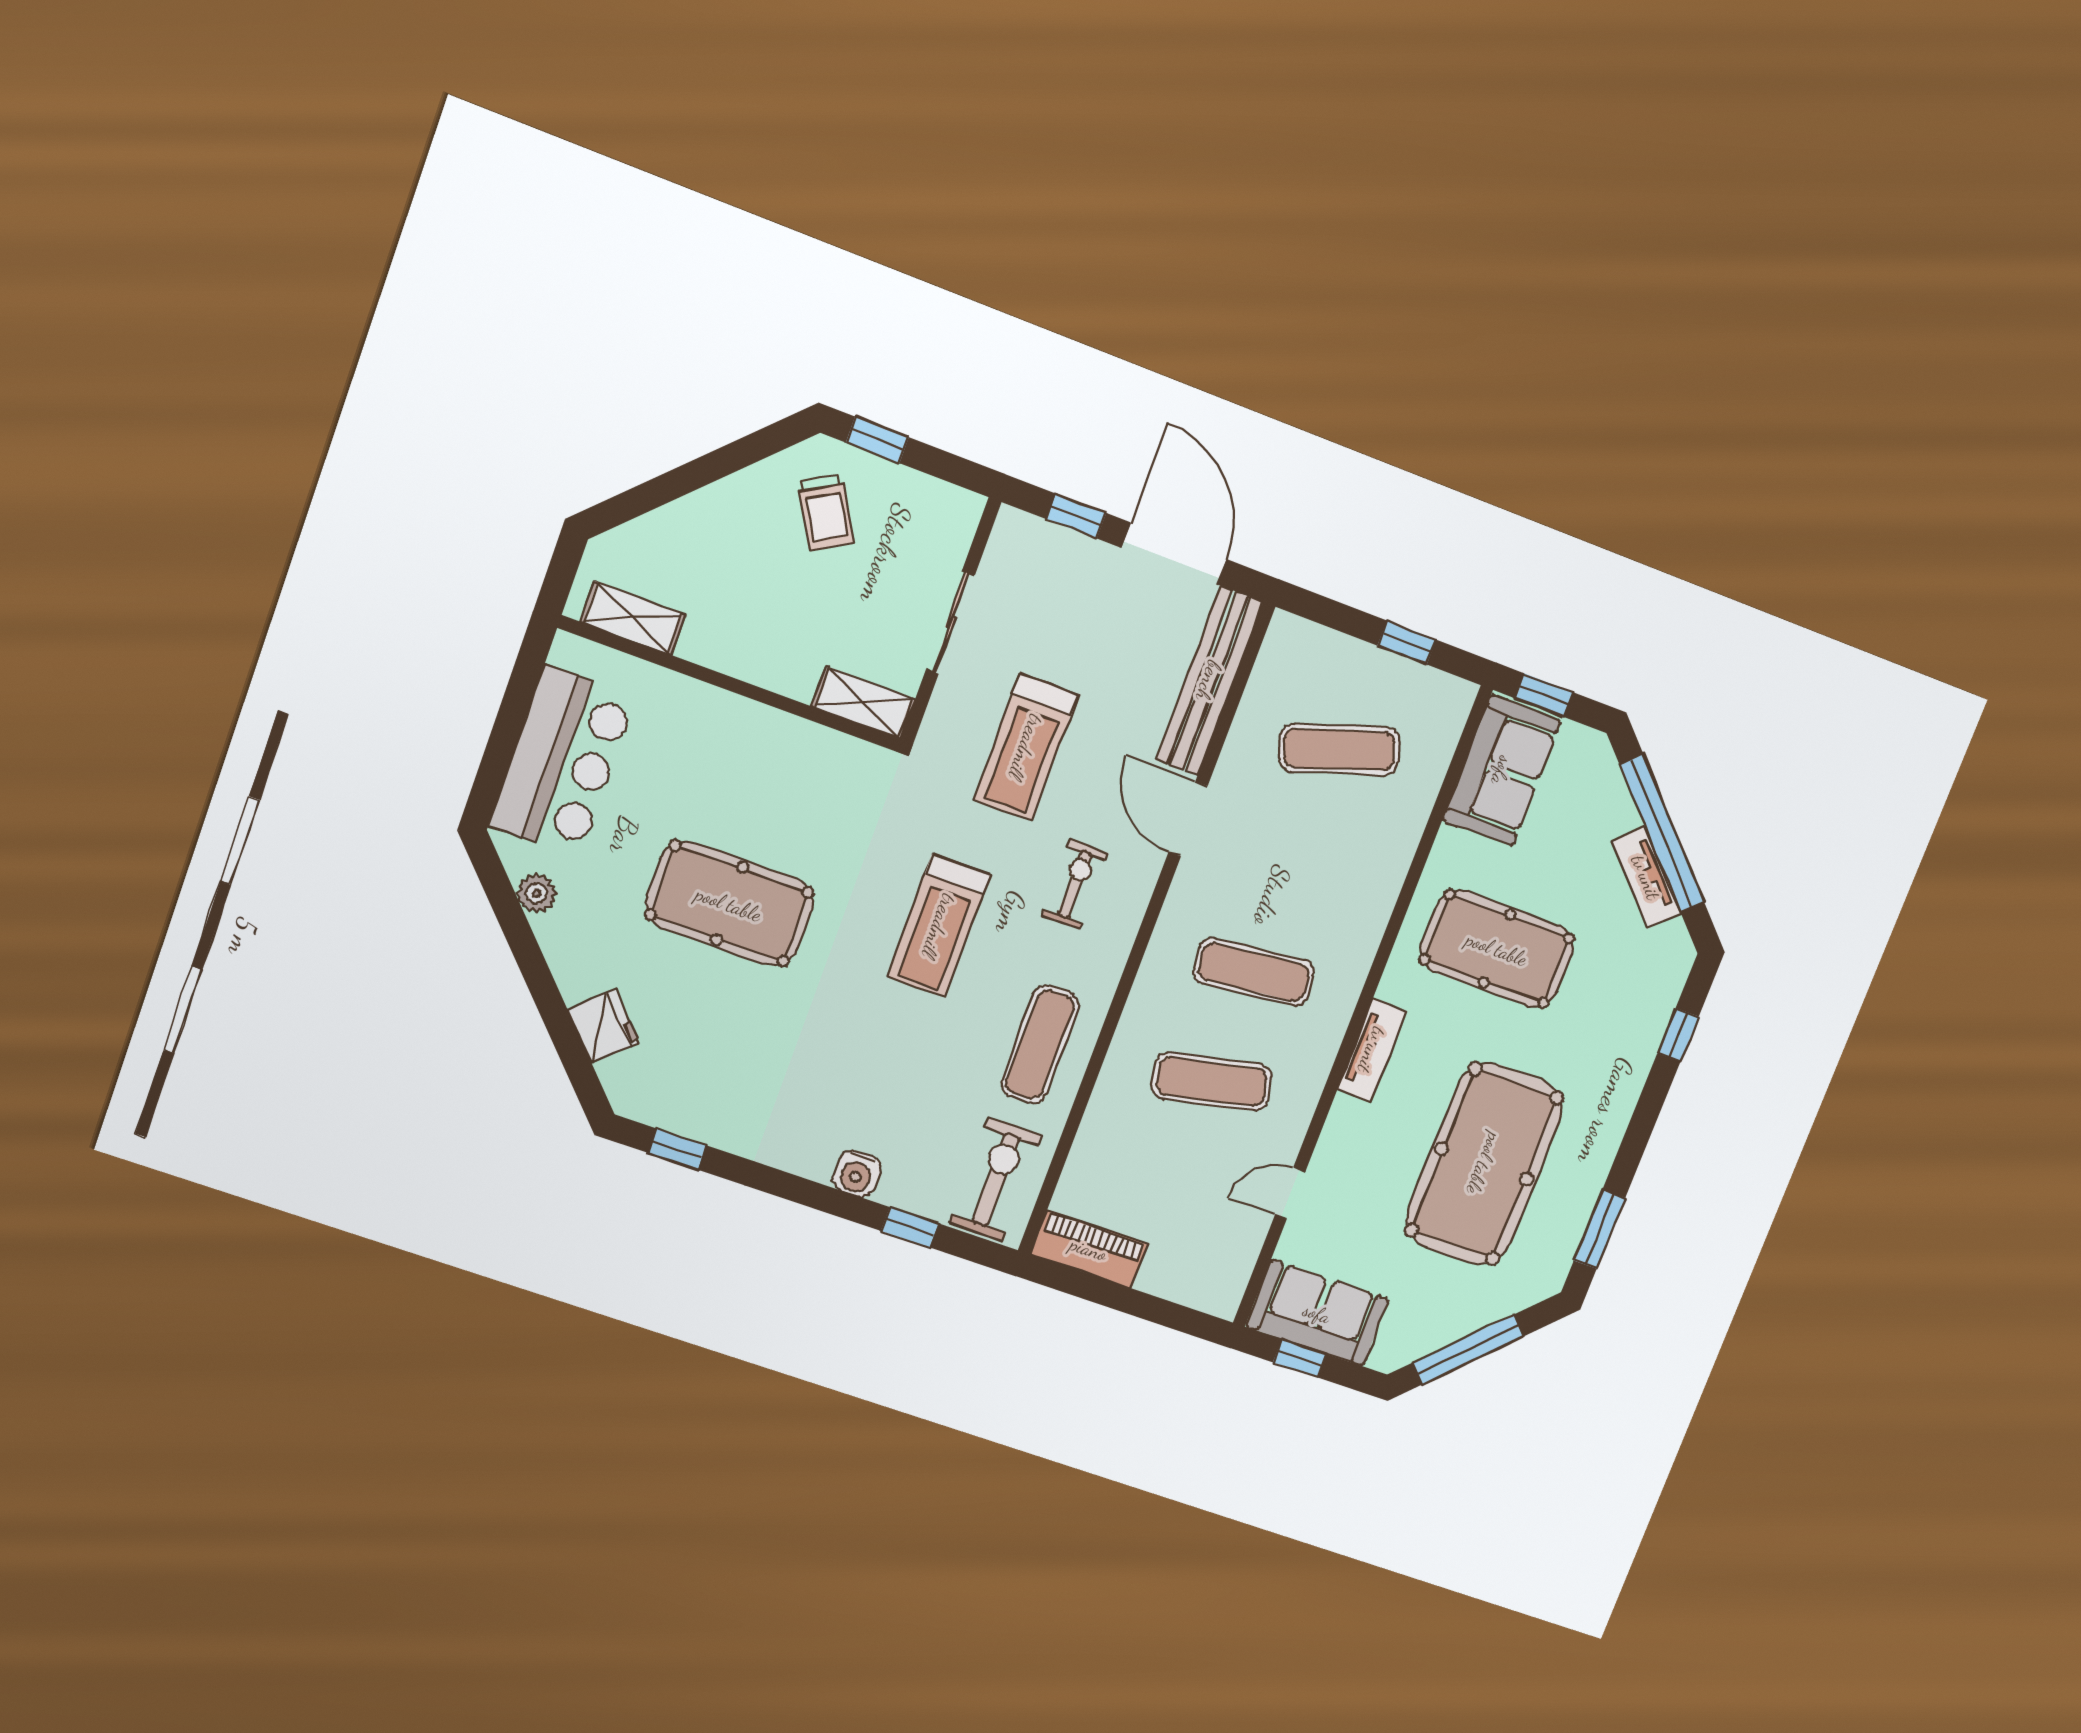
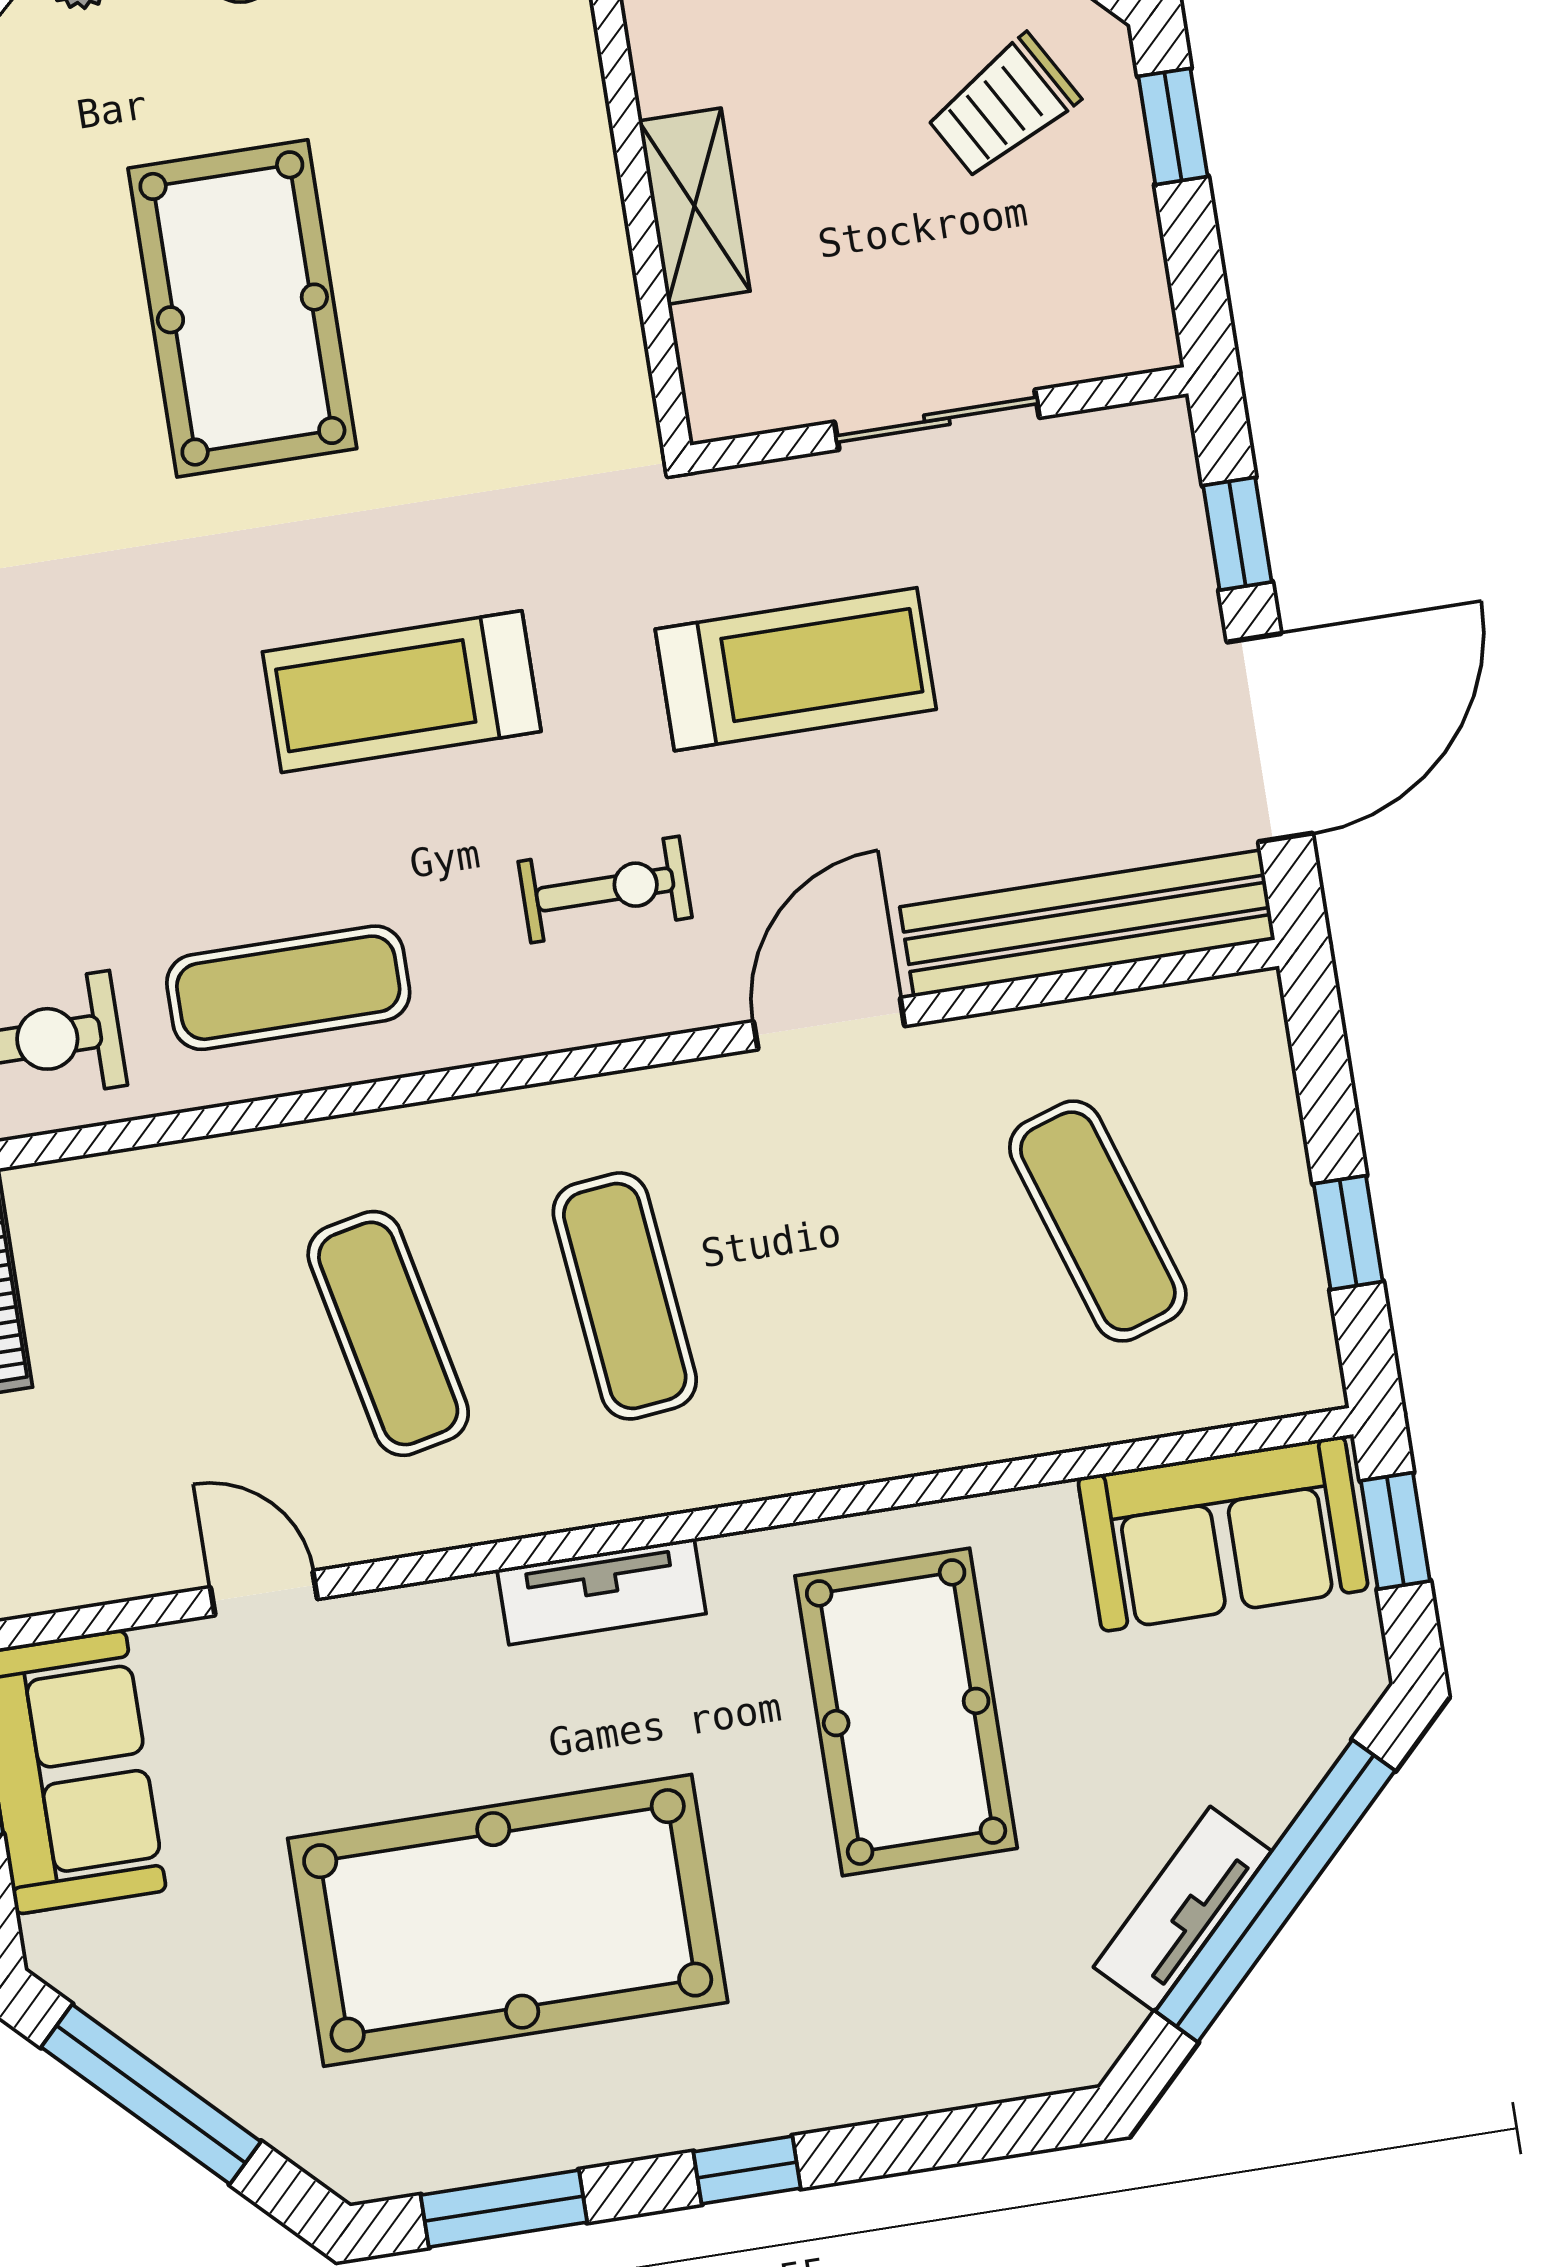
shelving: (863, 703) -> (694, 206), moved
treadmill: (1026, 747) -> (796, 669), turned 180
window: (1678, 1035) -> (747, 2170), moved

